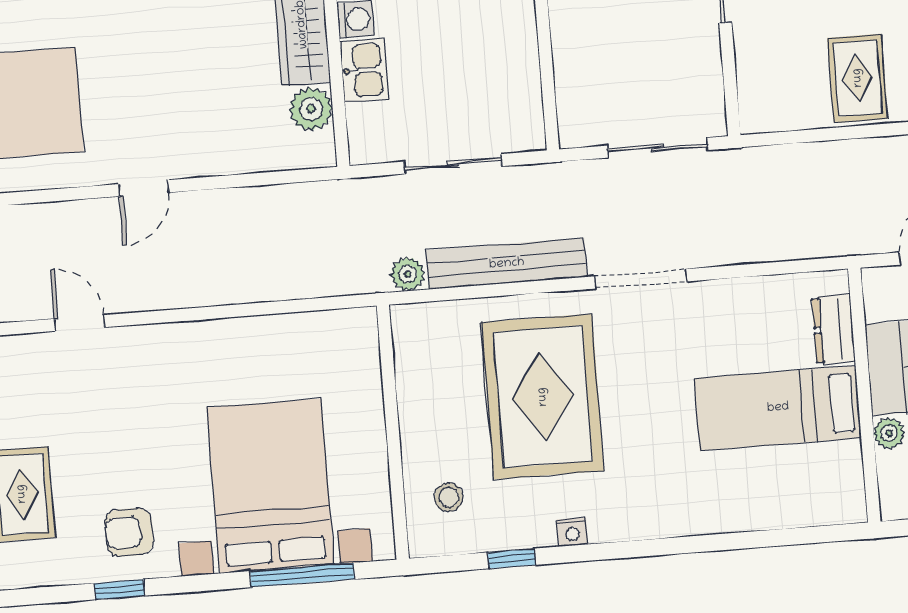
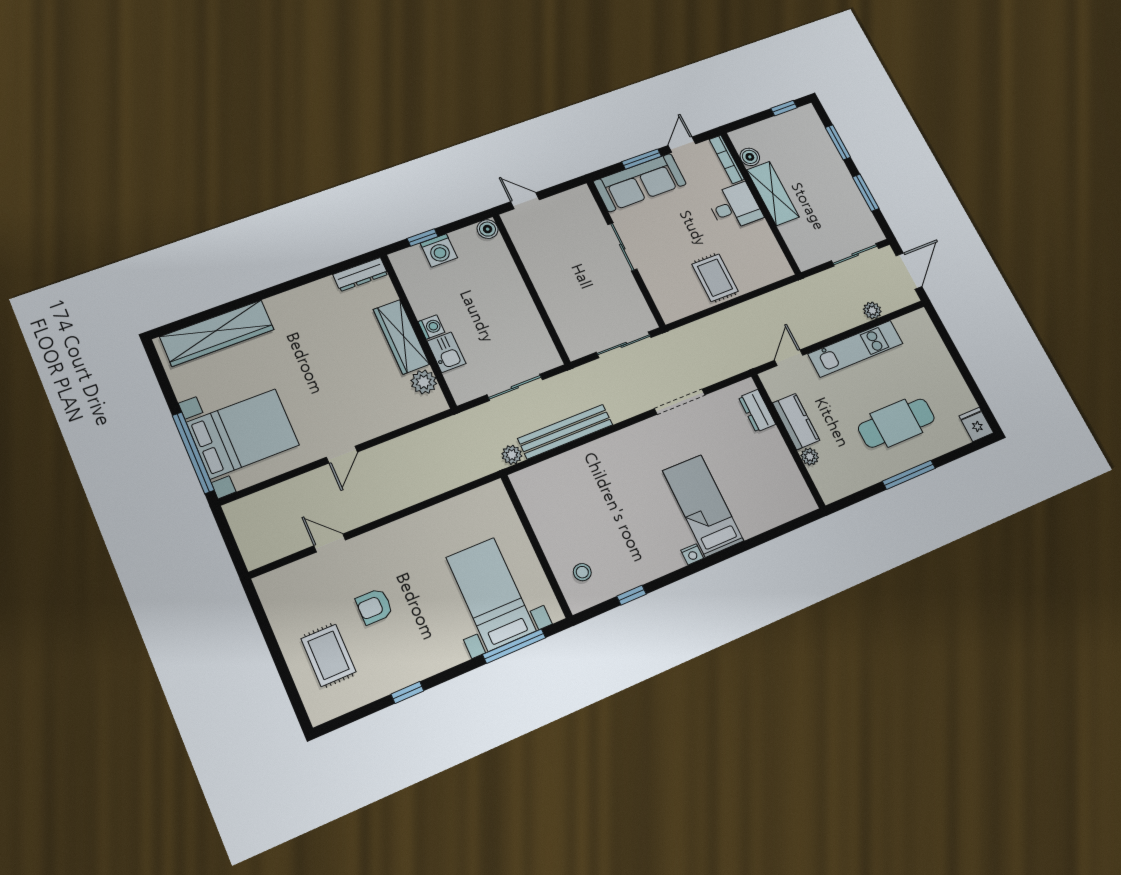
doorway: (641, 279) -> (680, 402), moved
rug: (543, 397) -> (614, 498), removed
bed: (778, 408) -> (703, 506), moved, turned 90
bed with nightstands: (270, 486) -> (491, 594), width x0.73
armchair: (129, 532) -> (374, 606), moved
nightstand: (572, 532) -> (692, 554), moved

